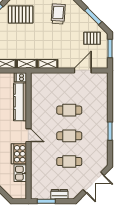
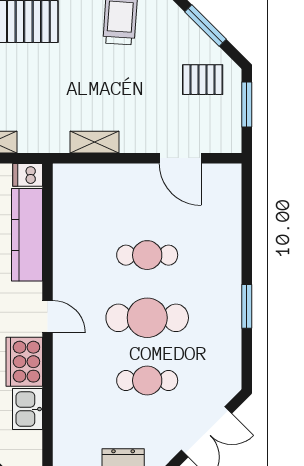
shelving: (27, 64) -> (43, 142), removed
door: (83, 70) -> (180, 158), swing flipped
cafe table: (69, 136) -> (147, 318), width x1.37, depth x1.35

